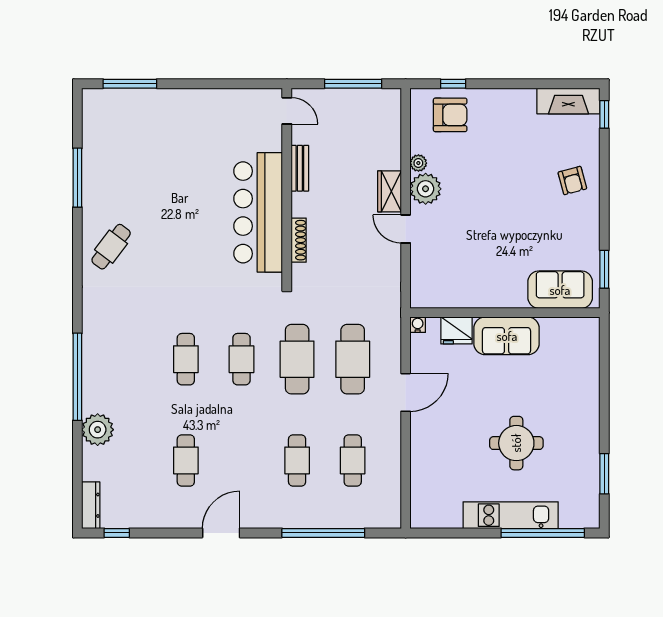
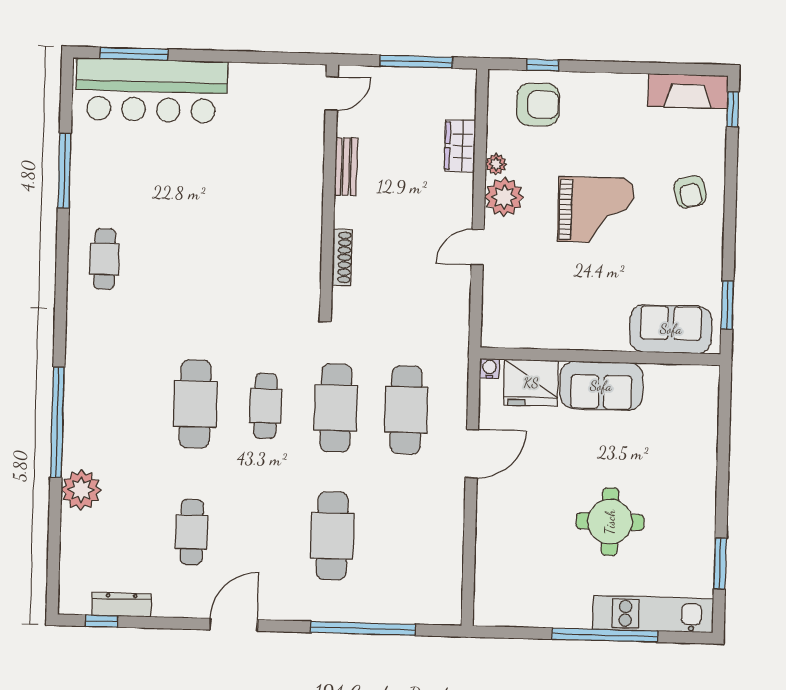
door: (287, 111) -> (332, 93), hinge flipped
wardrobe: (389, 191) -> (460, 146), moved
grand piano: (498, 197) -> (596, 210), added
bar counter: (258, 212) -> (151, 90), moved, turned -90
door: (406, 229) -> (478, 247), hinge flipped
cafe table: (111, 247) -> (105, 259), turned -37
fridge: (456, 330) -> (531, 383), width x1.36, depth x1.34
cafe table: (186, 359) -> (195, 404), width x1.37, depth x1.35
cafe table: (297, 460) -> (332, 536), width x1.37, depth x1.35
cafe table: (353, 460) -> (403, 538), removed
dresser: (91, 505) -> (121, 605), moved, turned -90
kitchen unit: (511, 515) -> (653, 614), moved
window: (543, 533) -> (605, 635), moved

